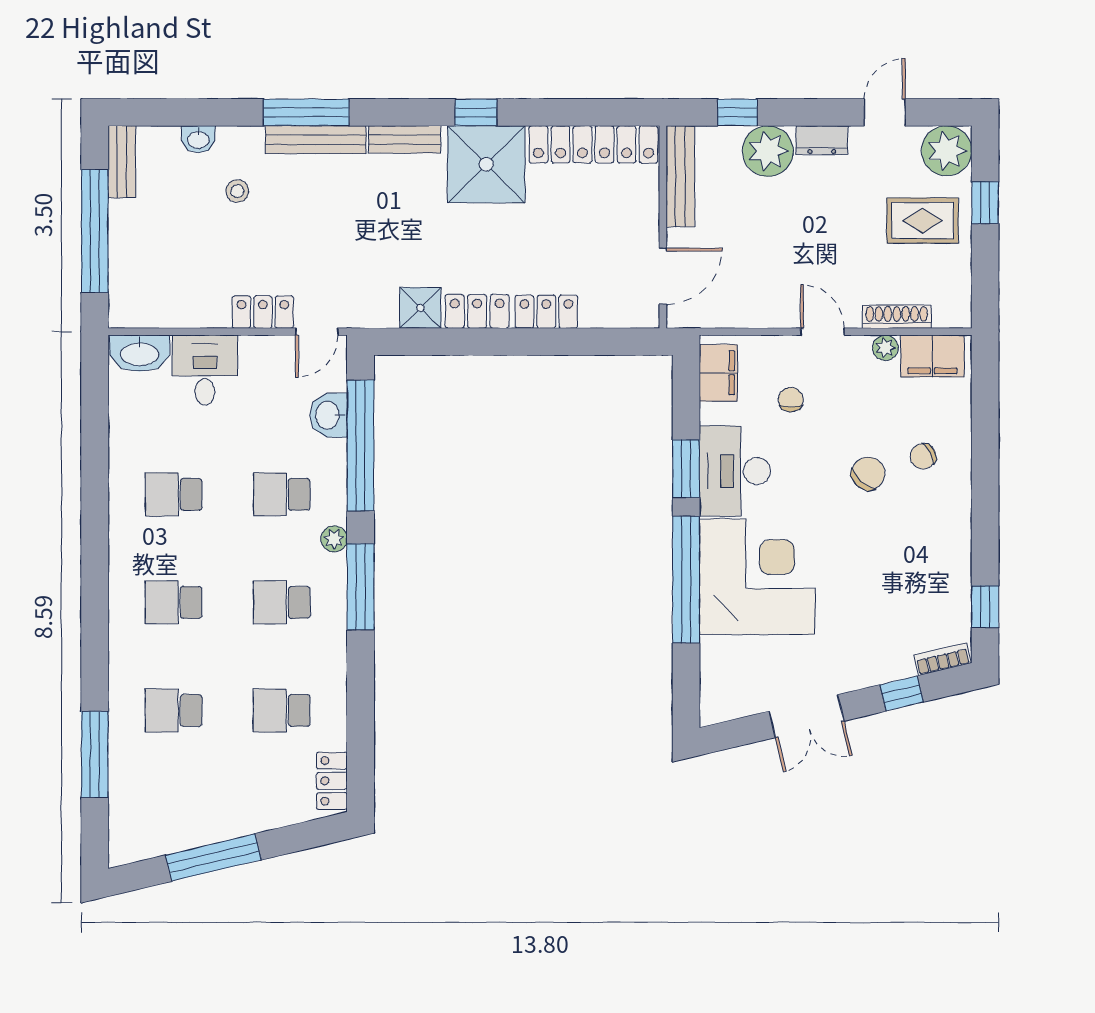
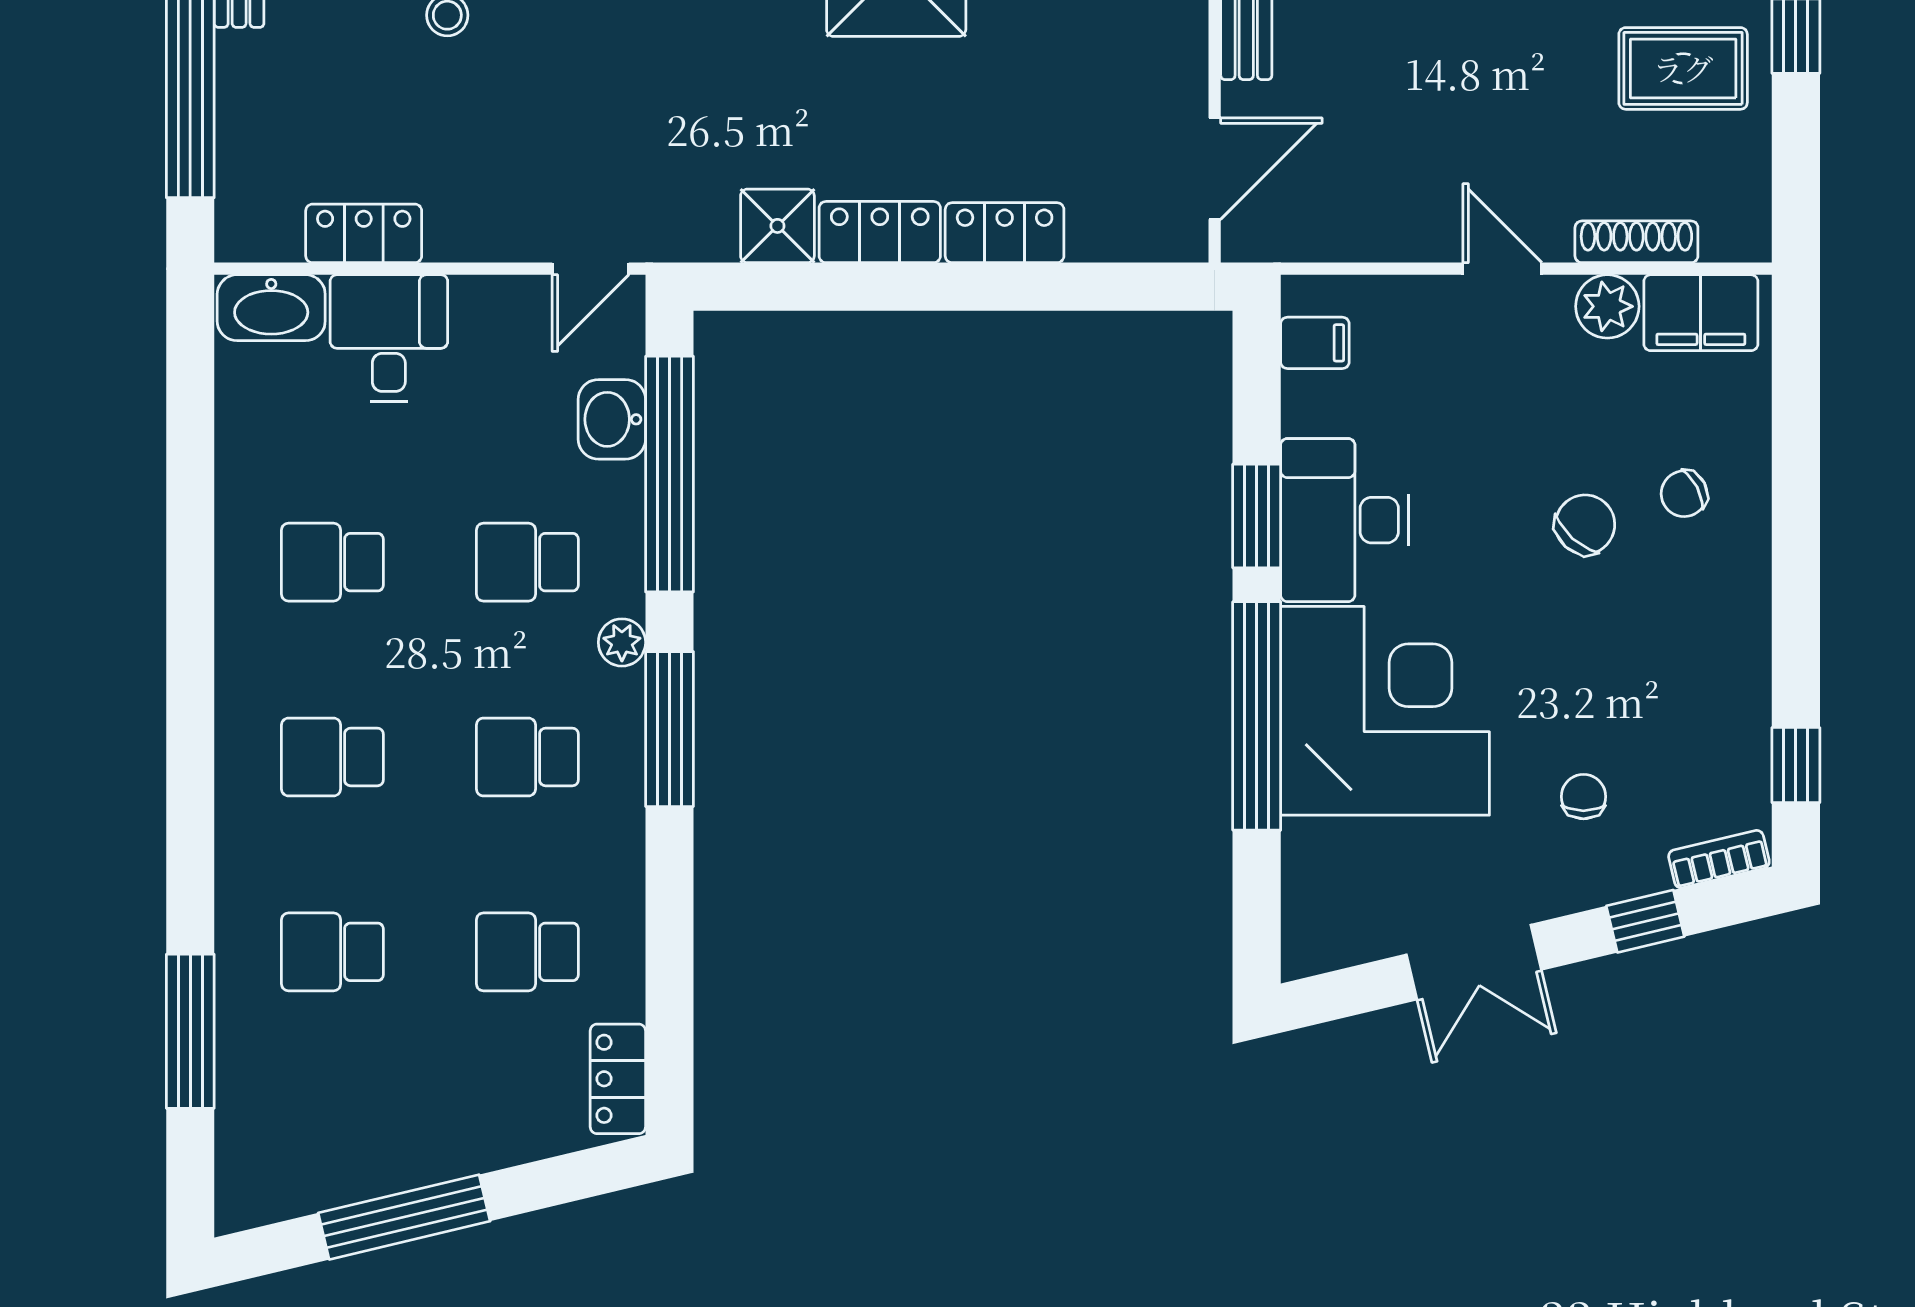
locker: (263, 312) -> (364, 233), moved
plant: (885, 348) -> (1607, 306), width x1.38, depth x1.38
filing cabinet: (718, 373) -> (1315, 343), width x0.50
chair: (791, 399) -> (1583, 797), moved

